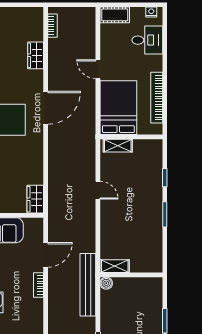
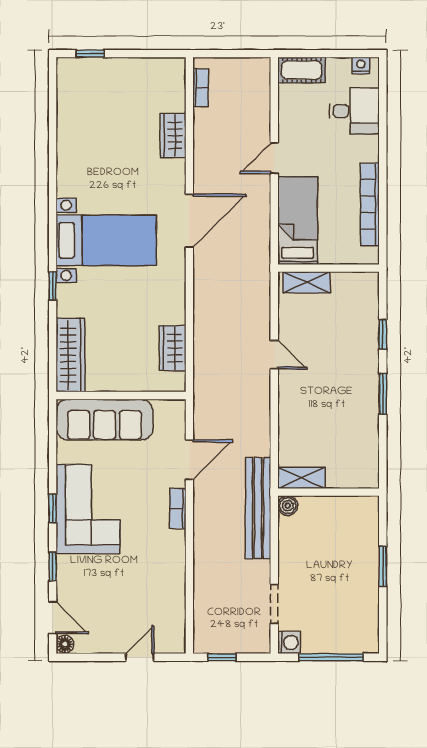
door: (98, 69) -> (274, 158), hinge flipped
bed: (118, 108) -> (298, 221), width x0.67
wardrobe: (35, 199) -> (173, 348), moved

